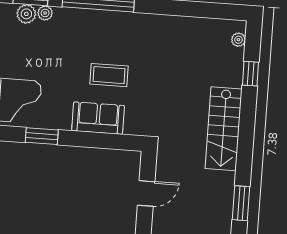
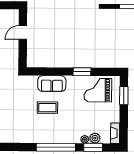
door: (146, 193) -> (23, 33), moved

